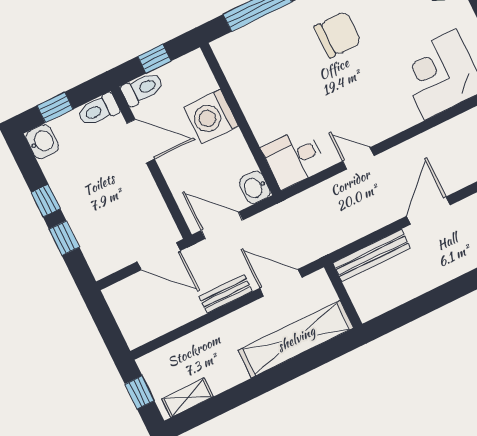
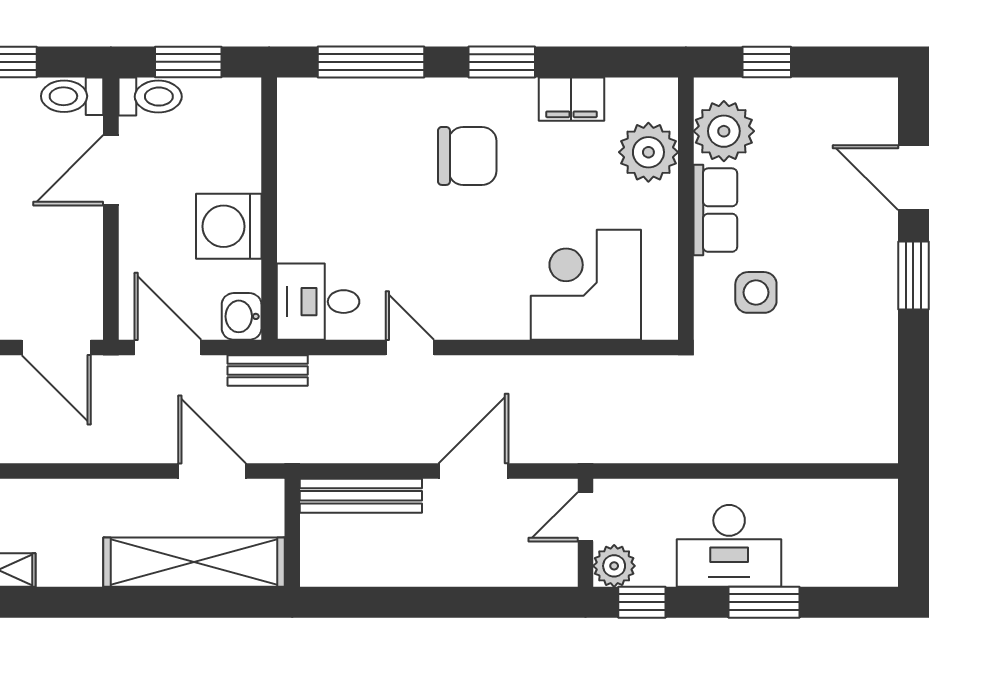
window: (154, 59) -> (188, 62), width x1.50
washing machine: (211, 117) -> (229, 226), moved
door: (141, 141) -> (111, 170), swing flipped
bench: (225, 294) -> (268, 370), moved

